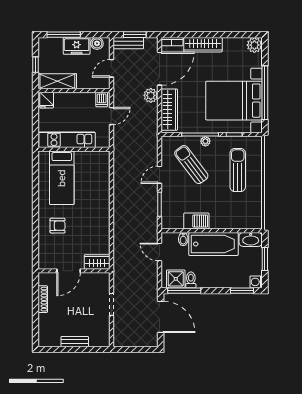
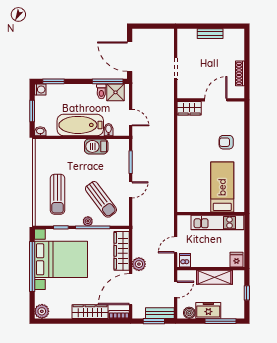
shelving: (57, 81) -> (214, 277), moved
washbasin: (251, 239) -> (40, 131), width x0.52, depth x0.69

